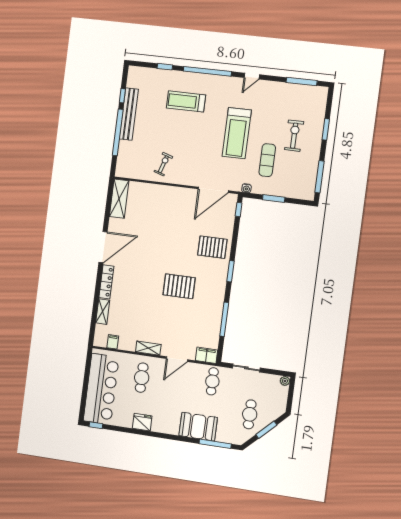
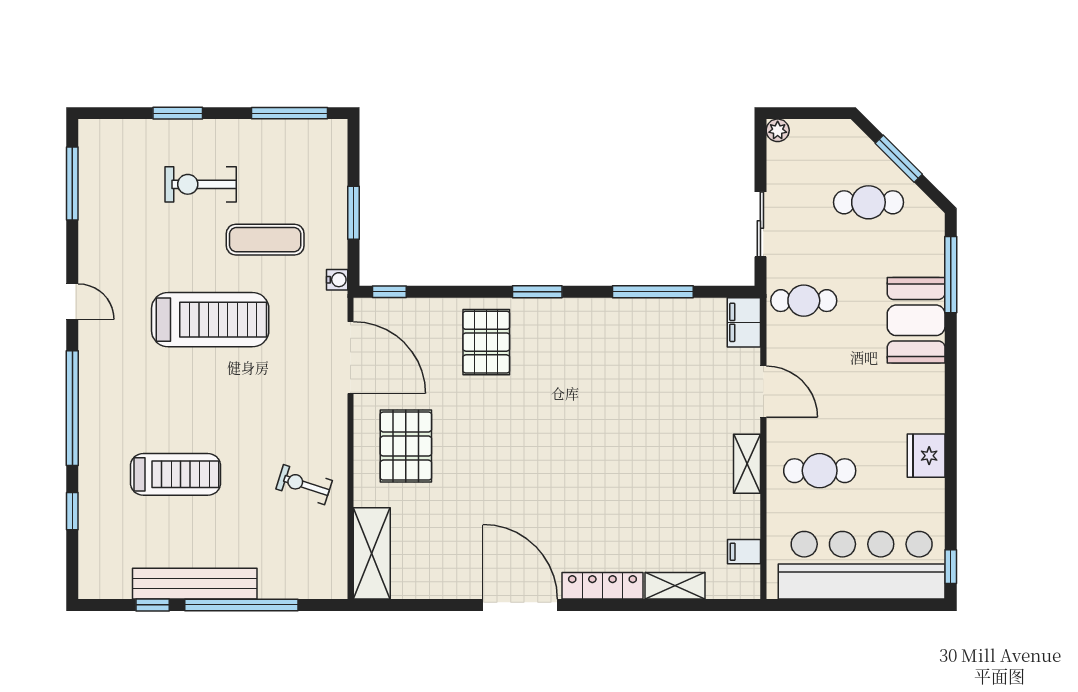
treadmill: (186, 101) -> (176, 474), moved, turned -90
shelving: (119, 199) -> (372, 553), moved, turned 90
pallet: (179, 286) -> (406, 446), moved

